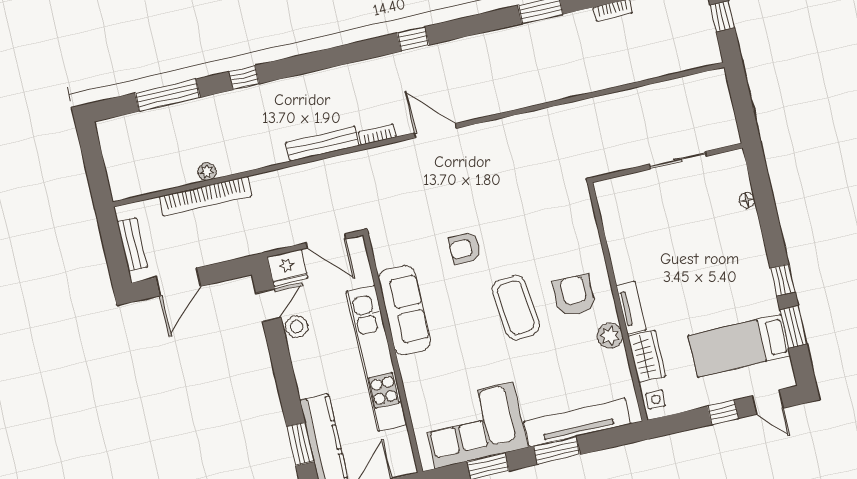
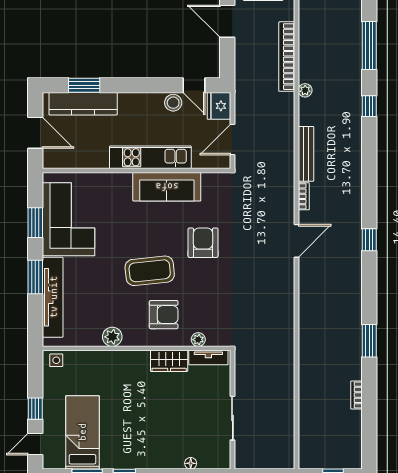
plant: (207, 172) -> (305, 90), moved
plant: (589, 226) -> (198, 340), added
armchair: (465, 248) -> (203, 243), width x1.38, depth x1.38
armchair: (574, 295) -> (164, 315), moved
tv unit: (631, 308) -> (208, 357), moved
wardrobe: (647, 356) -> (169, 361), moved
kitchen unit: (376, 358) -> (150, 157), width x0.73

